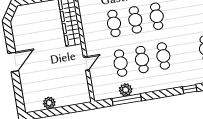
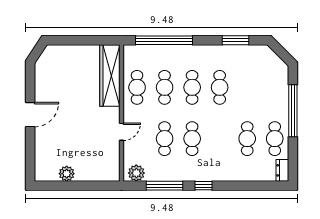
cafe table: (93, 27) -> (137, 87), added
cafe table: (163, 56) -> (247, 139), moved
window: (190, 89) -> (203, 186), moved
plant: (126, 90) -> (136, 173), moved

